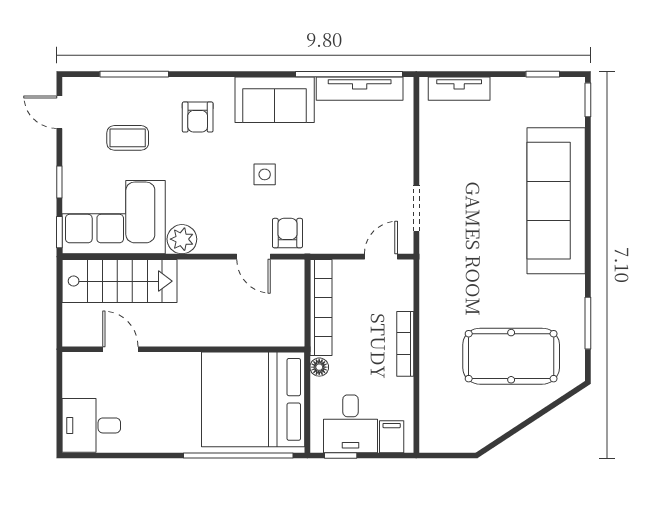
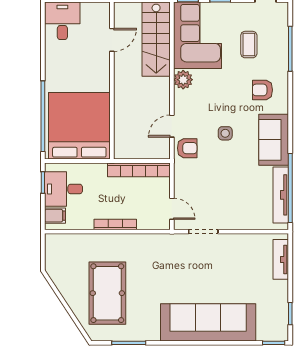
floor lamp: (319, 367) -> (100, 169), removed

